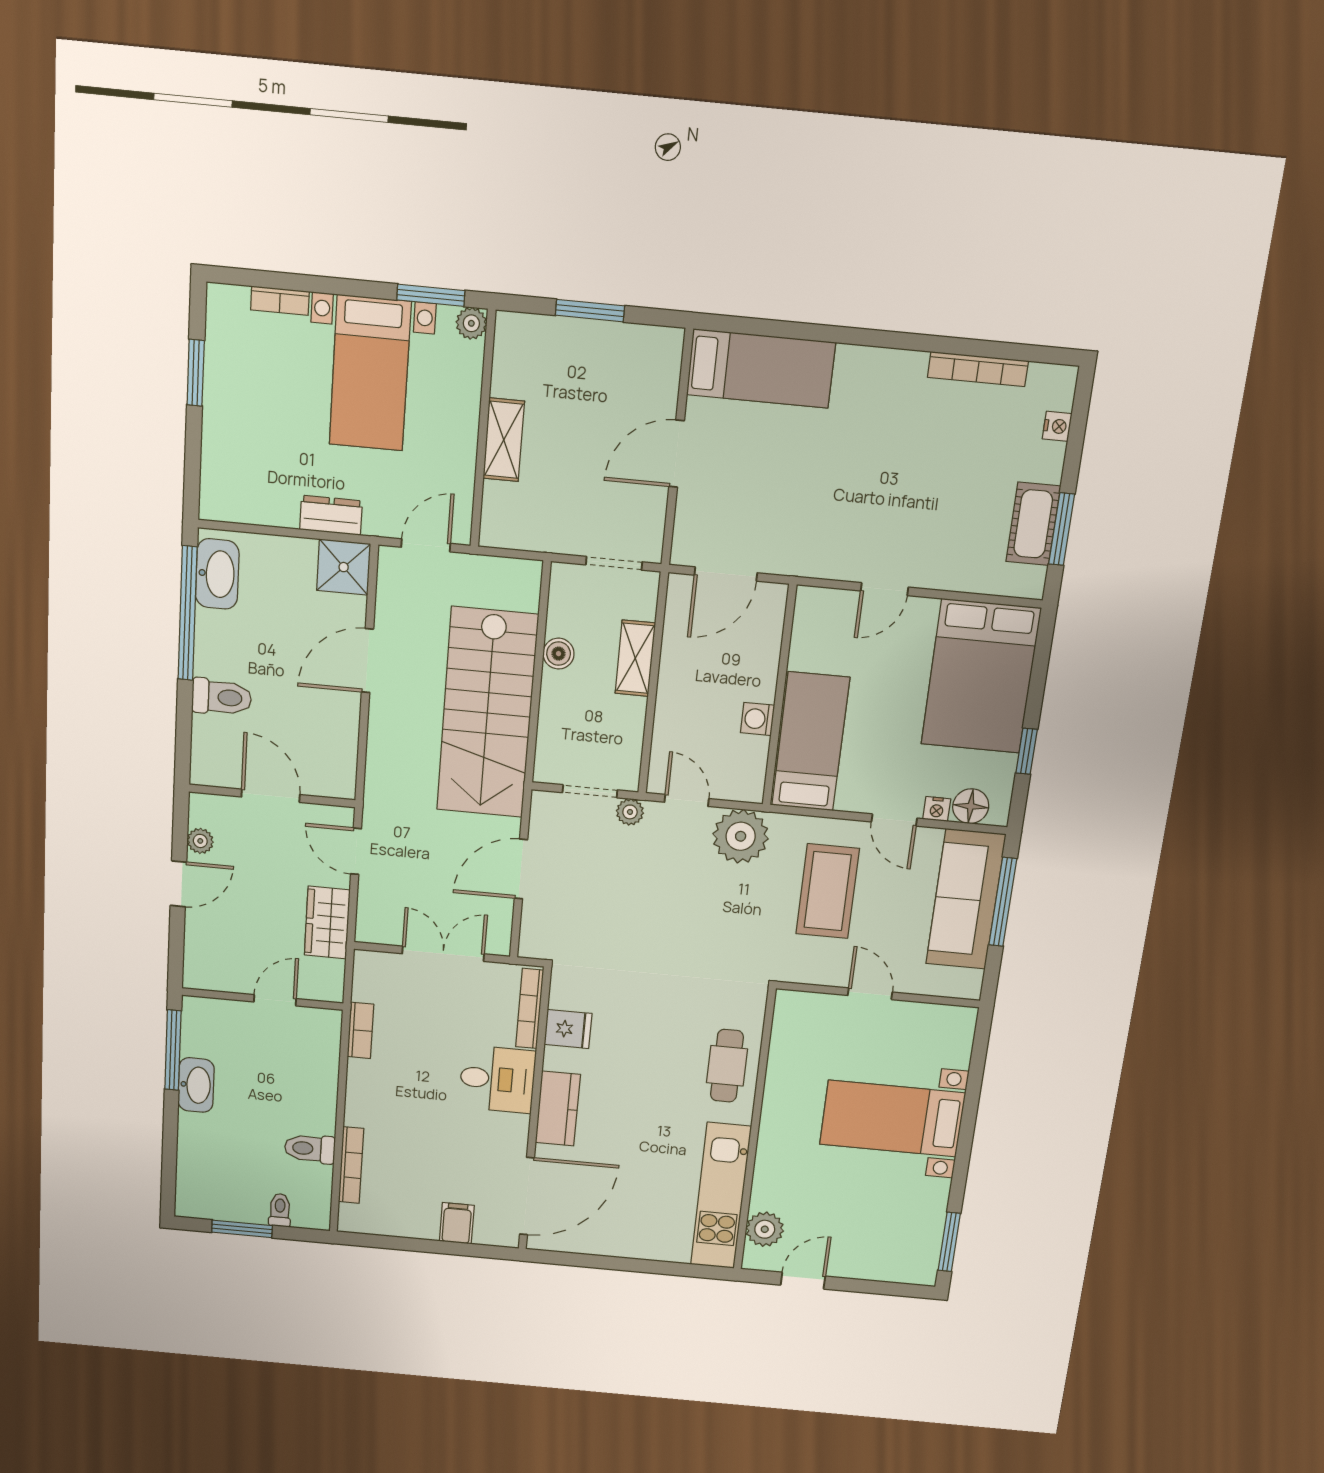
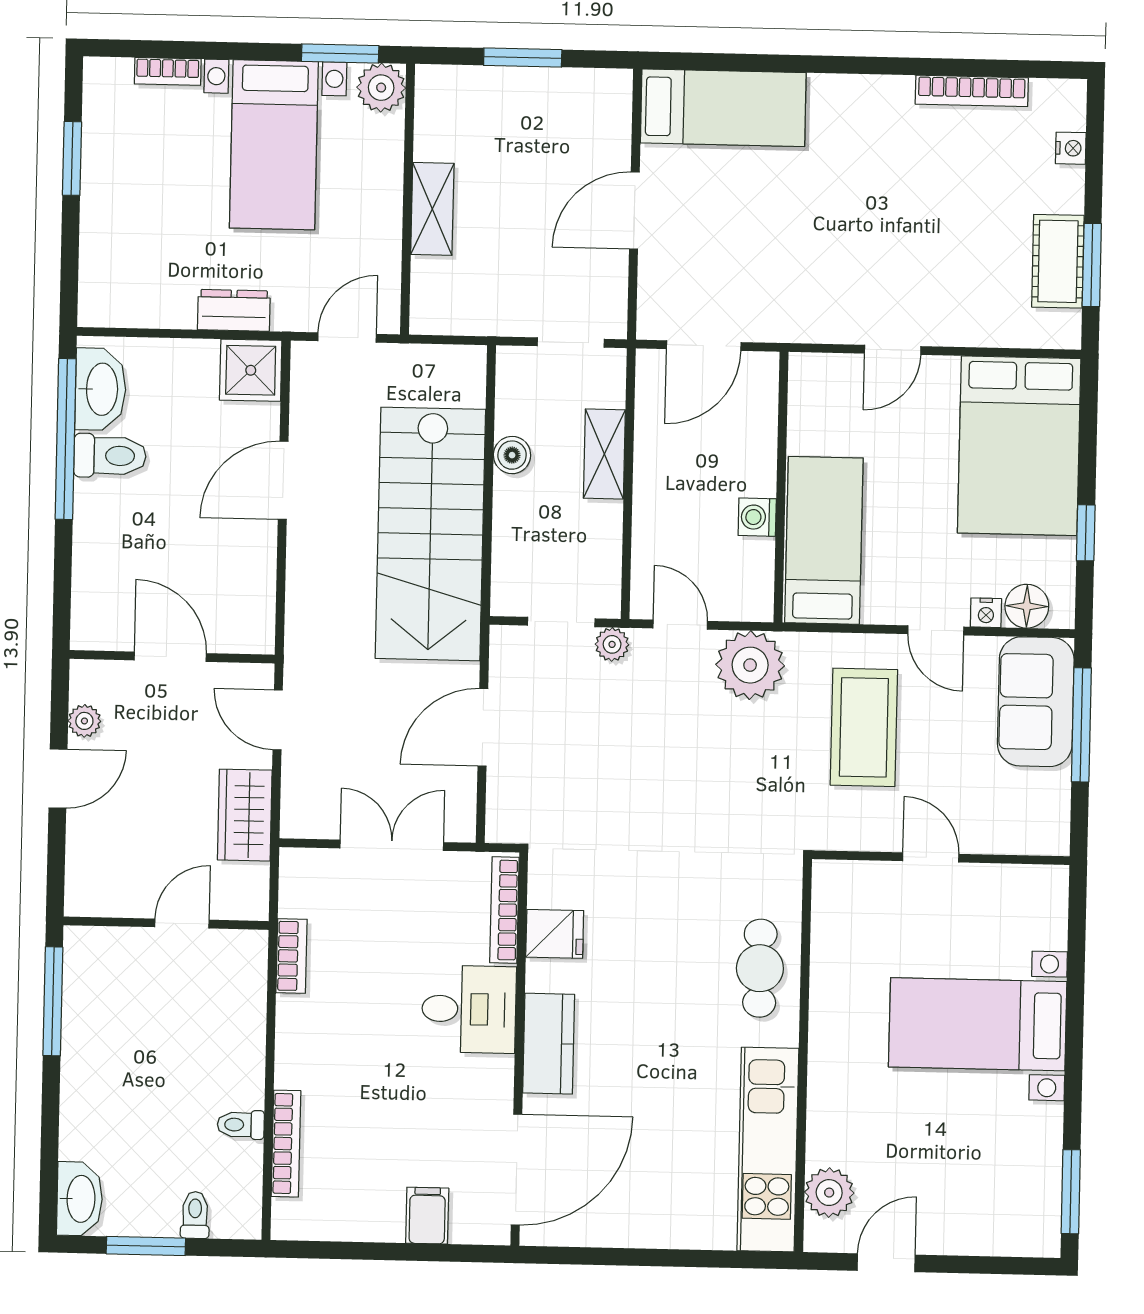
plant: (471, 323) -> (381, 88), width x1.38, depth x1.38
toilet: (222, 697) -> (110, 456), moved
sofa: (966, 899) -> (1036, 702), width x0.73
washbasin: (196, 1085) -> (80, 1199), moved
toilet: (310, 1149) -> (241, 1125), width x0.73, depth x0.72

